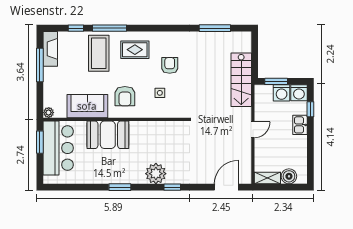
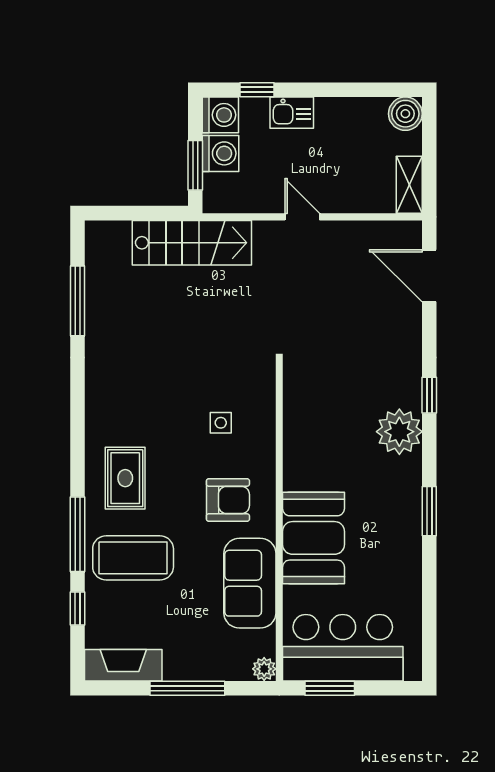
window: (40, 65) -> (187, 688), moved
armchair: (170, 65) -> (160, 401), removed
boiler: (289, 176) -> (405, 114), moved

